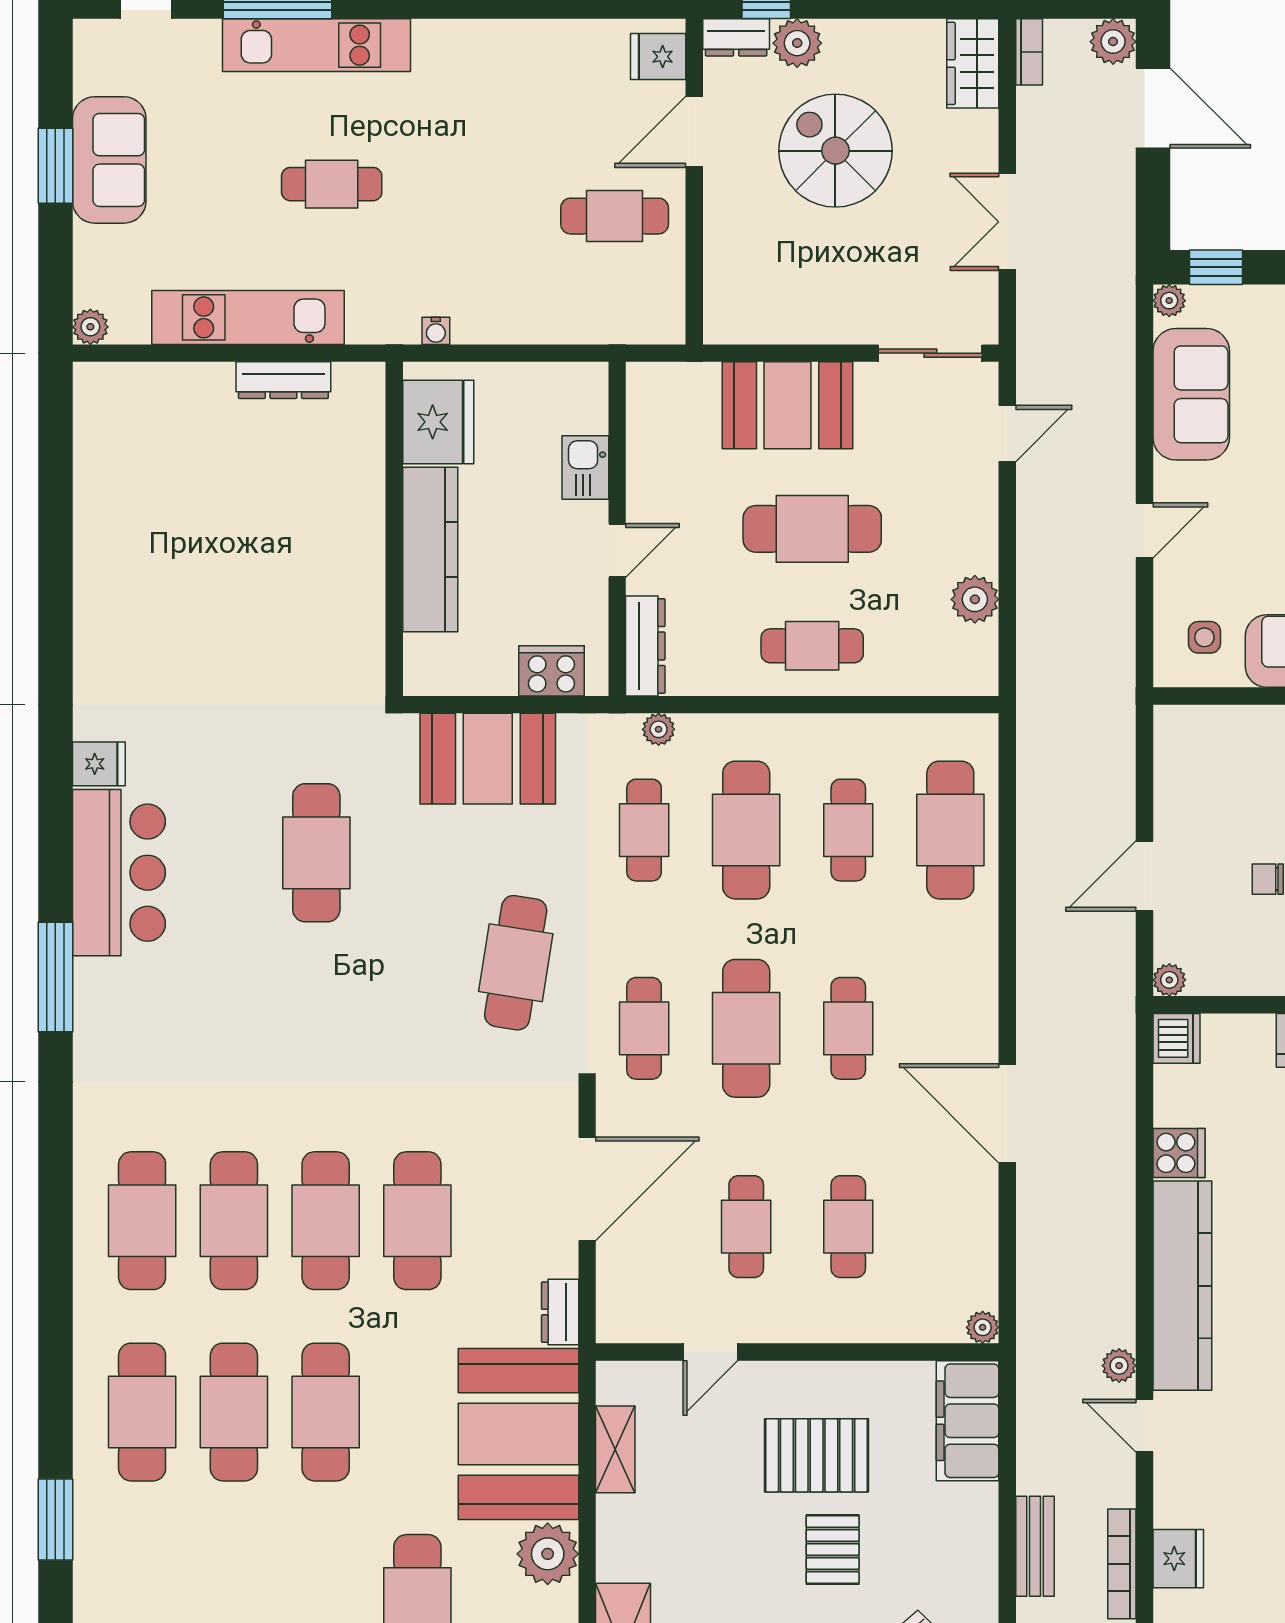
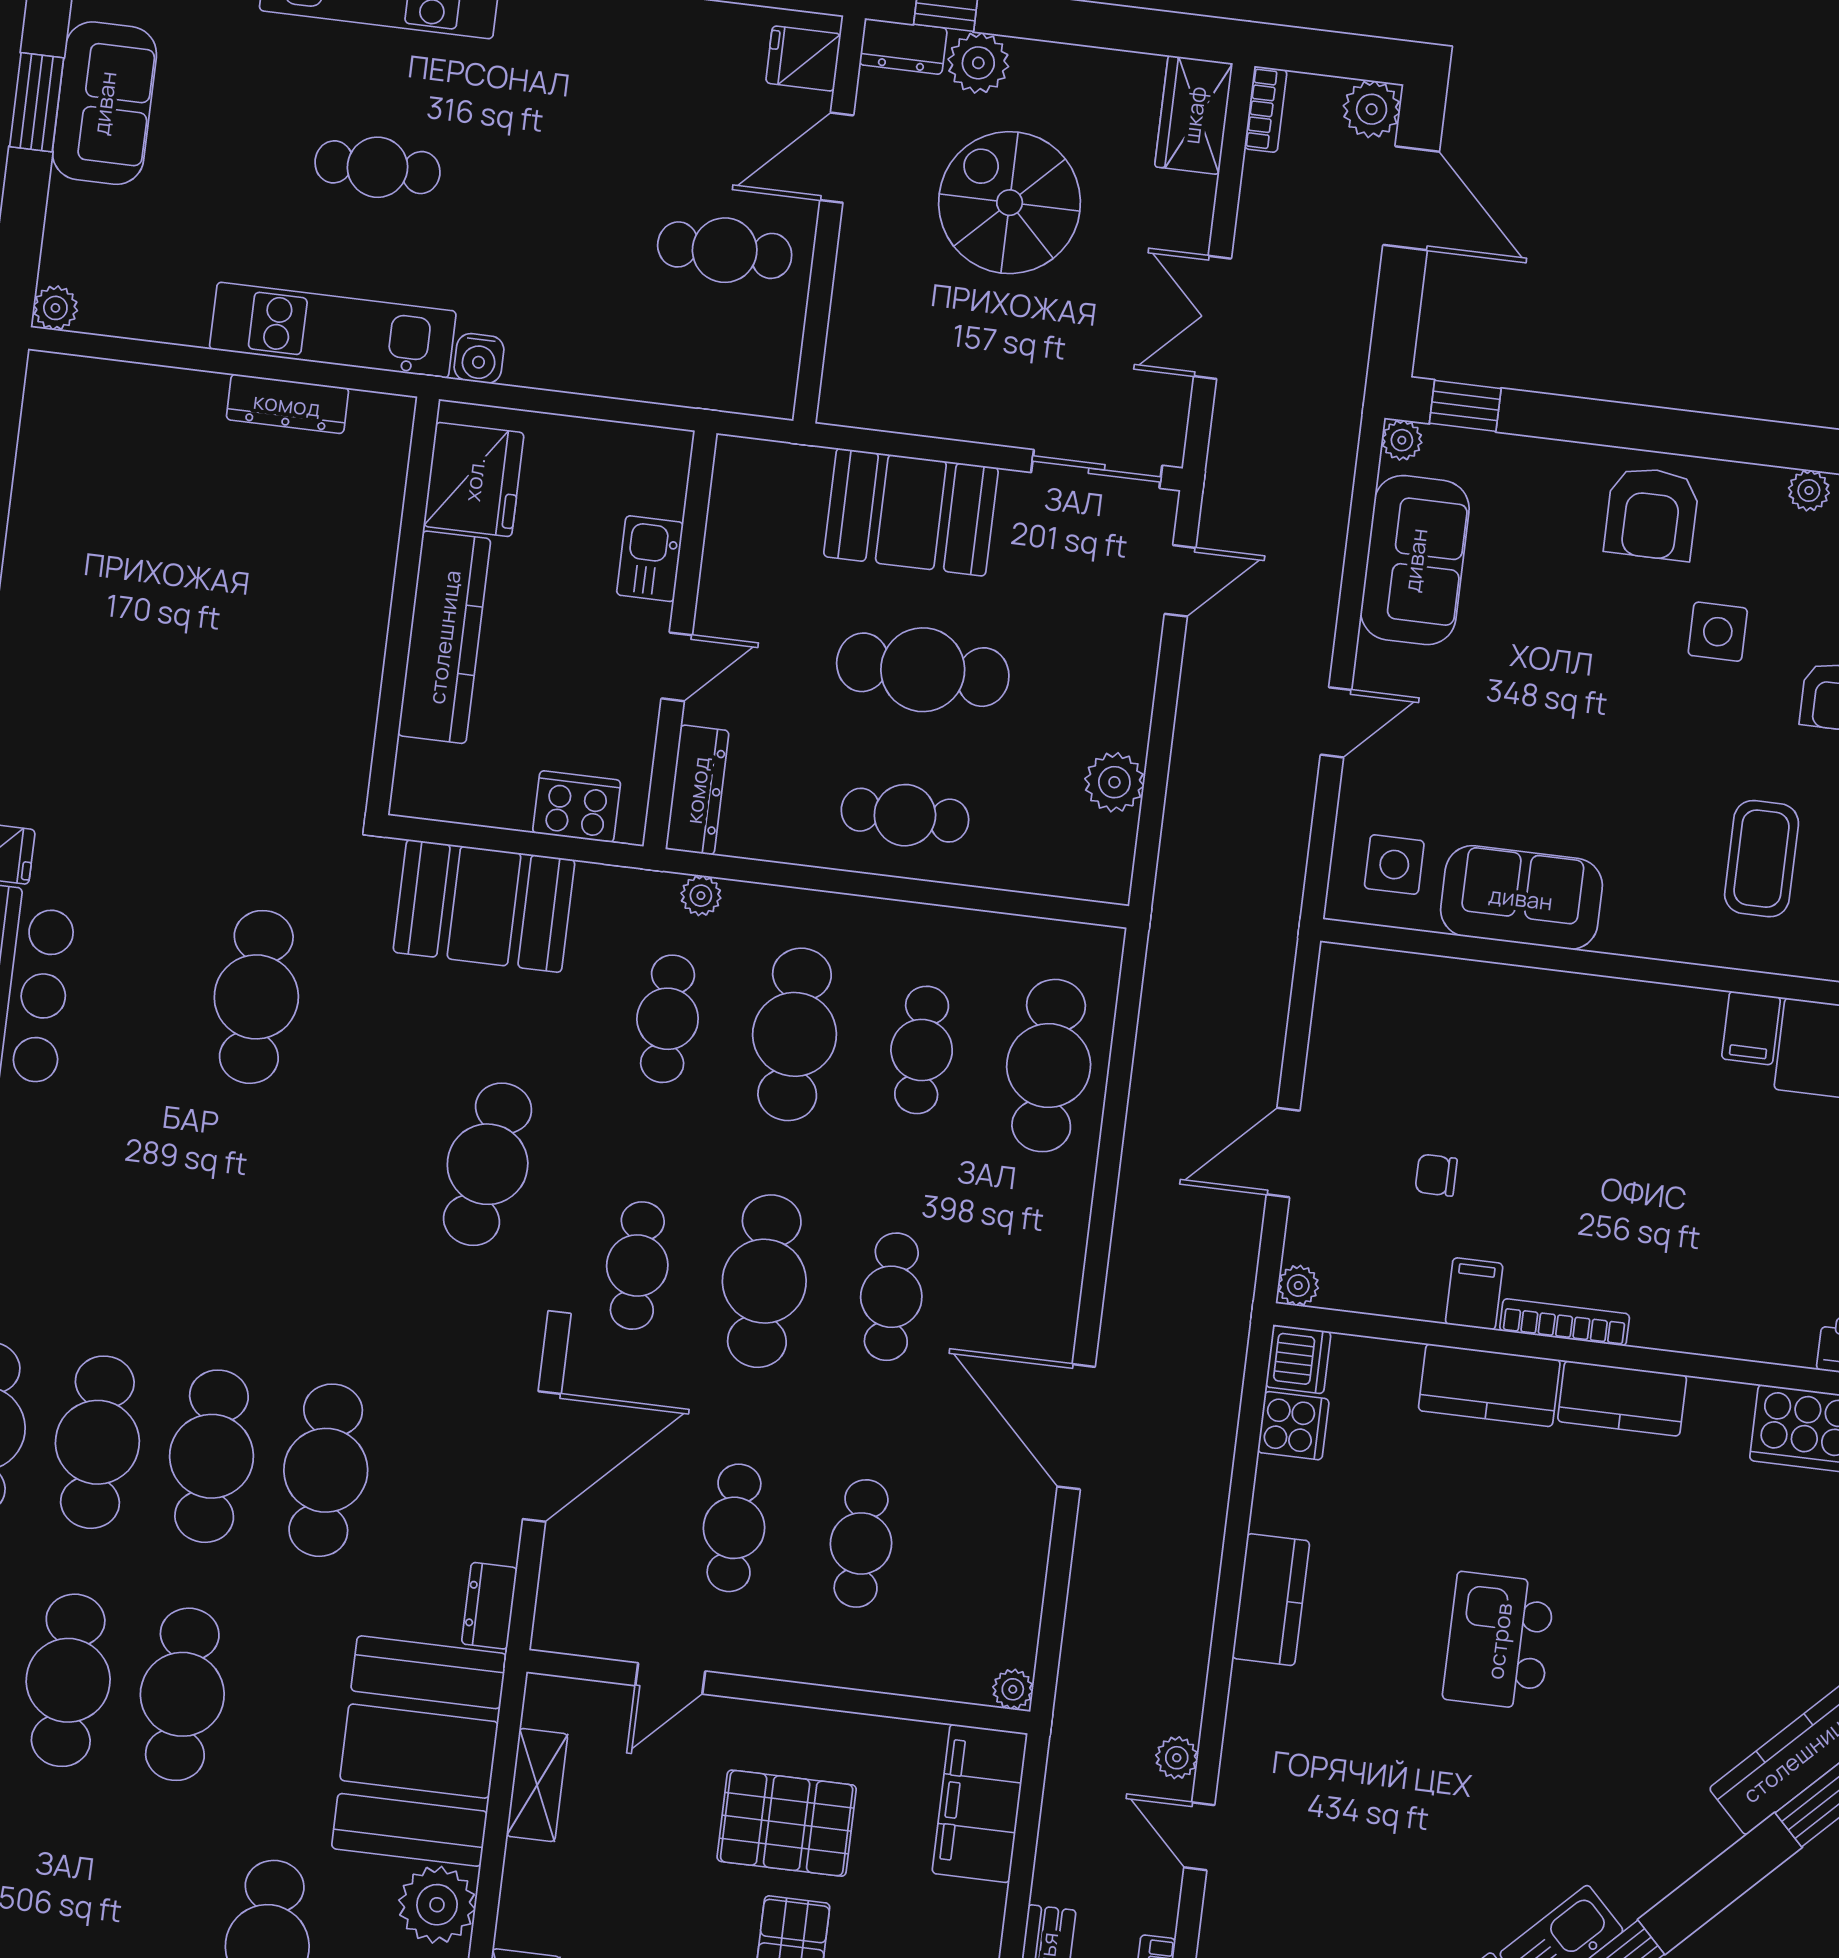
kitchen unit: (248, 317) -> (333, 330), moved
water cooler: (436, 331) -> (479, 358), width x1.38, depth x1.38
side table: (1204, 637) -> (1394, 865), width x1.37, depth x1.37
cooker: (1179, 1153) -> (1293, 1426), moved
kitchen counter: (1182, 1286) -> (1271, 1600), width x0.48, depth x0.86

